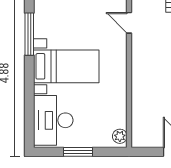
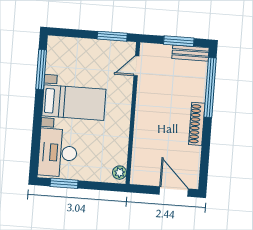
door: (129, 23) -> (136, 66), hinge flipped
window: (78, 152) -> (64, 183), moved

